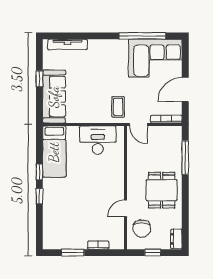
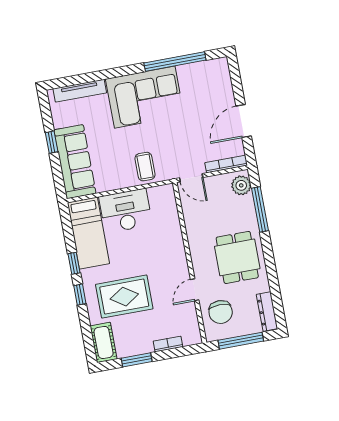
corner sofa: (155, 58) -> (145, 97), moved
coffee table: (118, 107) -> (145, 167), moved
plant: (175, 137) -> (241, 185), added
desk: (98, 140) -> (126, 211), moved
rug: (72, 204) -> (124, 297), added
cot: (51, 235) -> (104, 342), added
dresser: (176, 239) -> (267, 312), width x1.44
window: (153, 253) -> (241, 341), width x2.17

